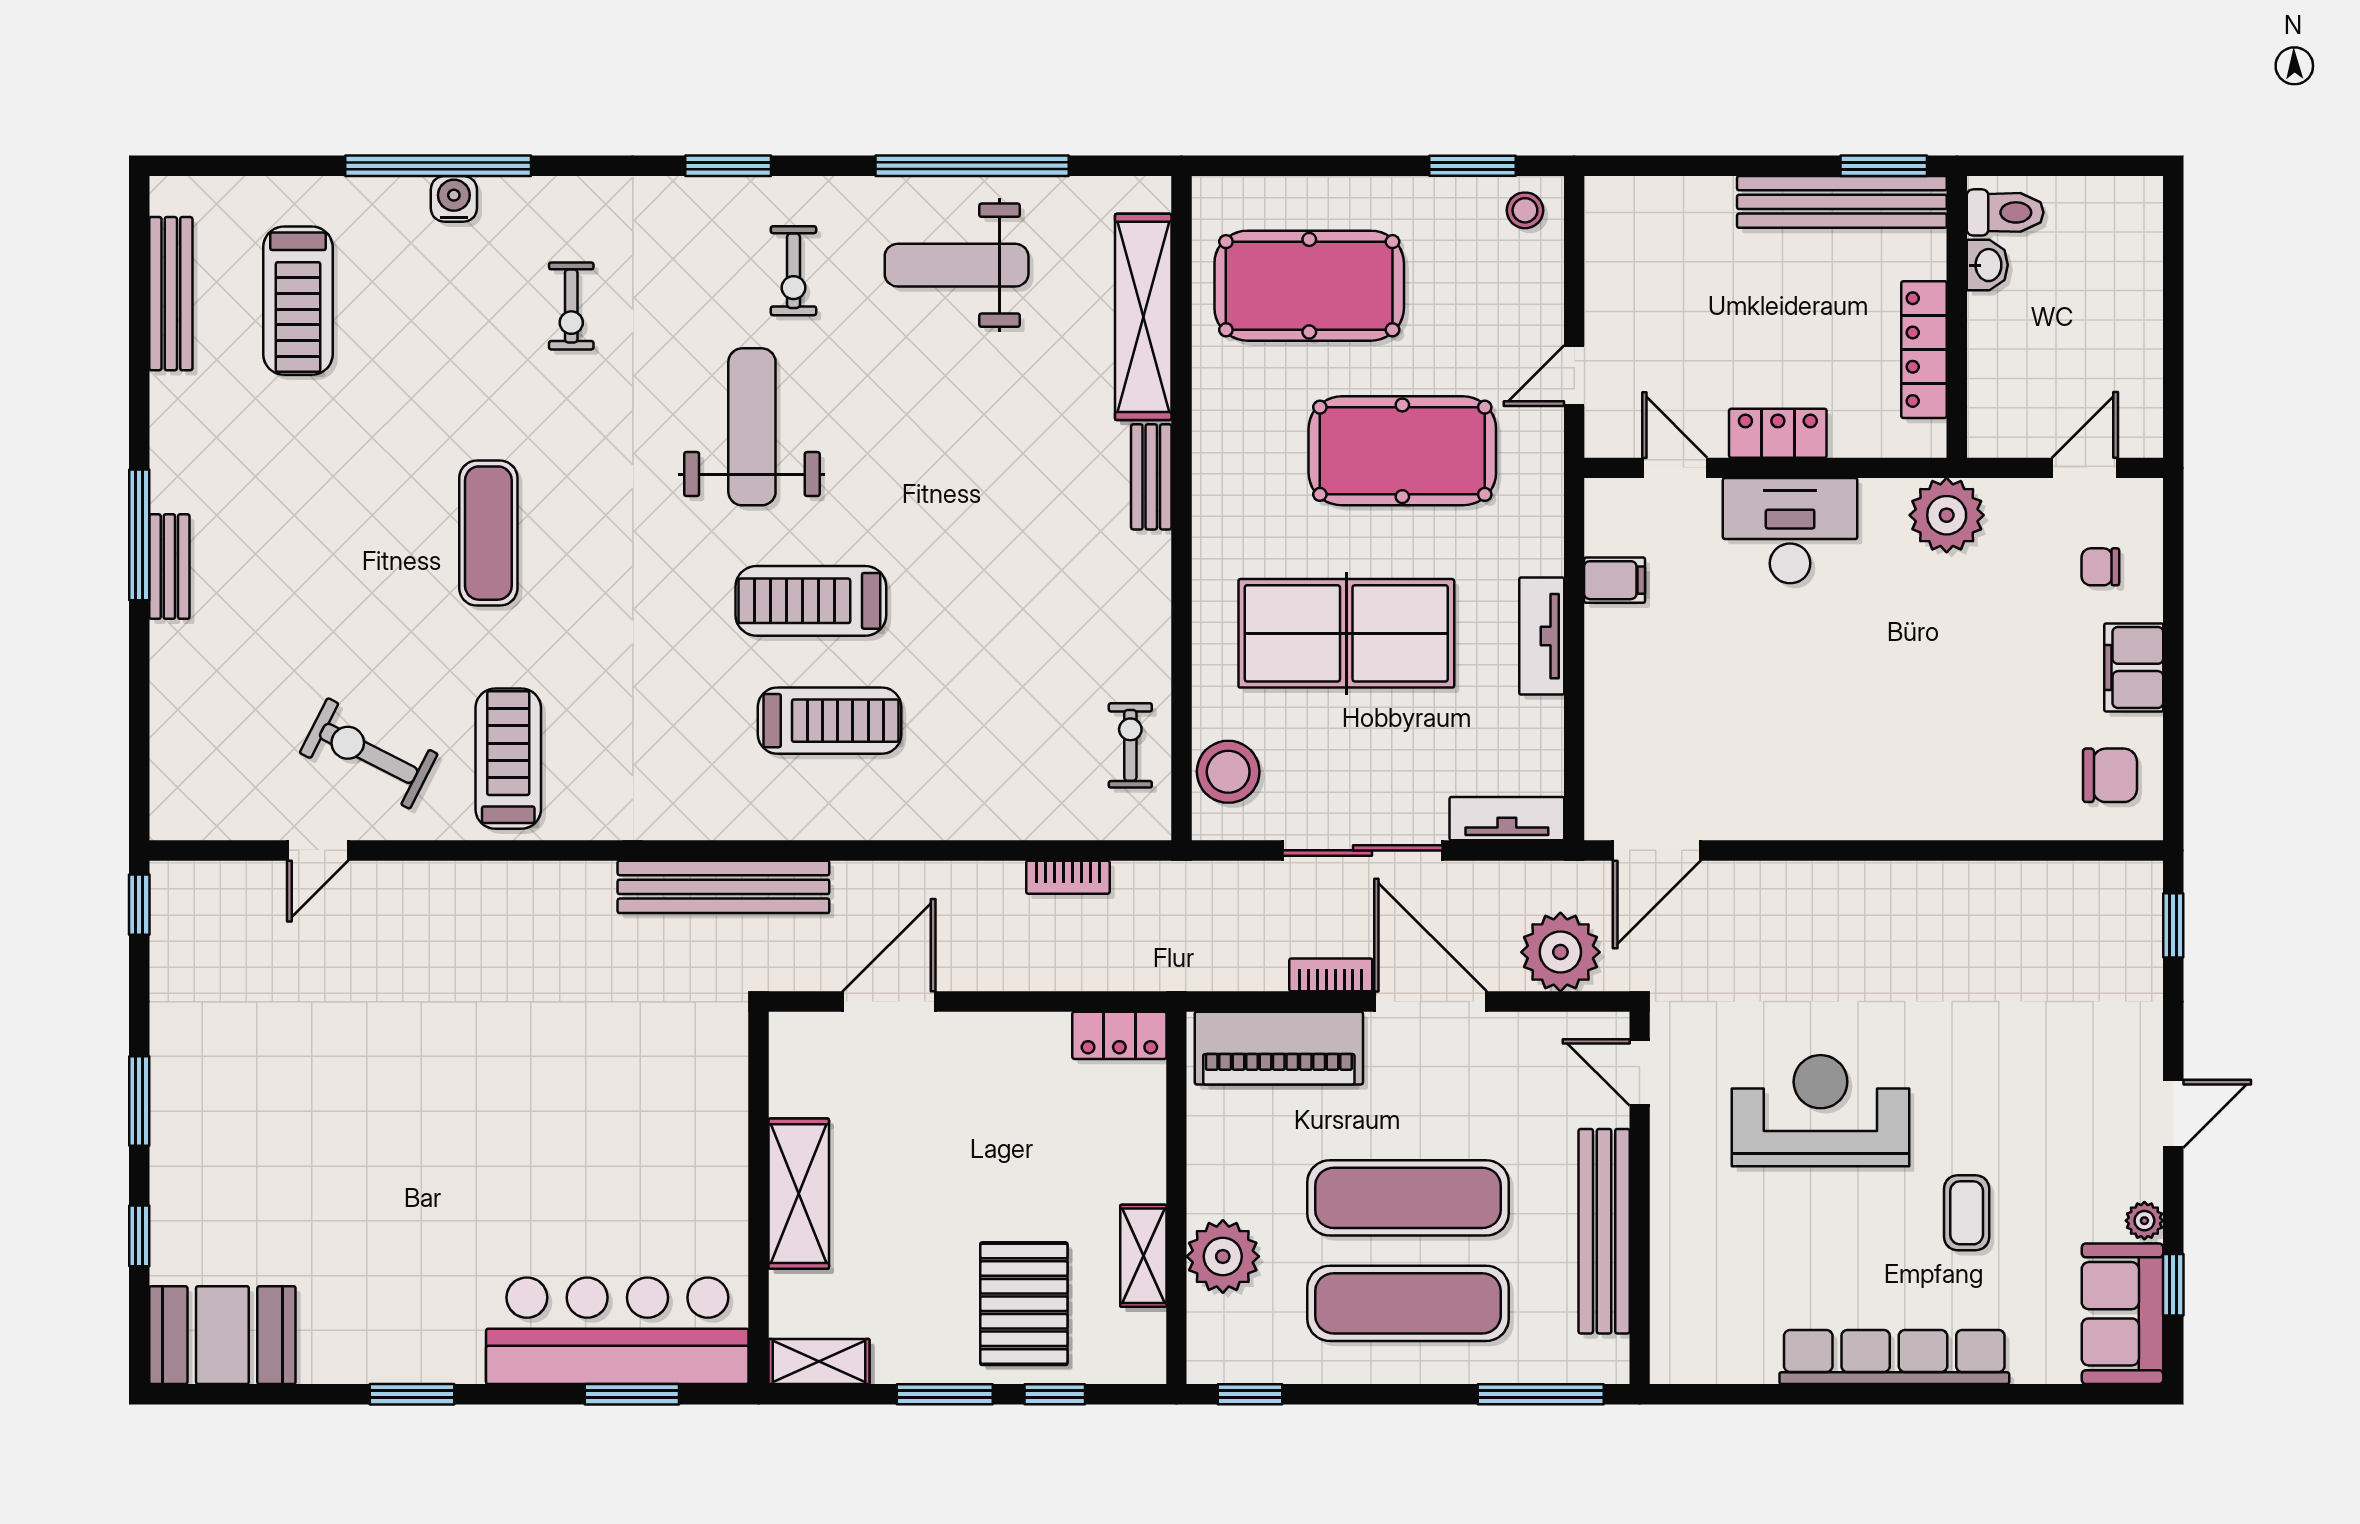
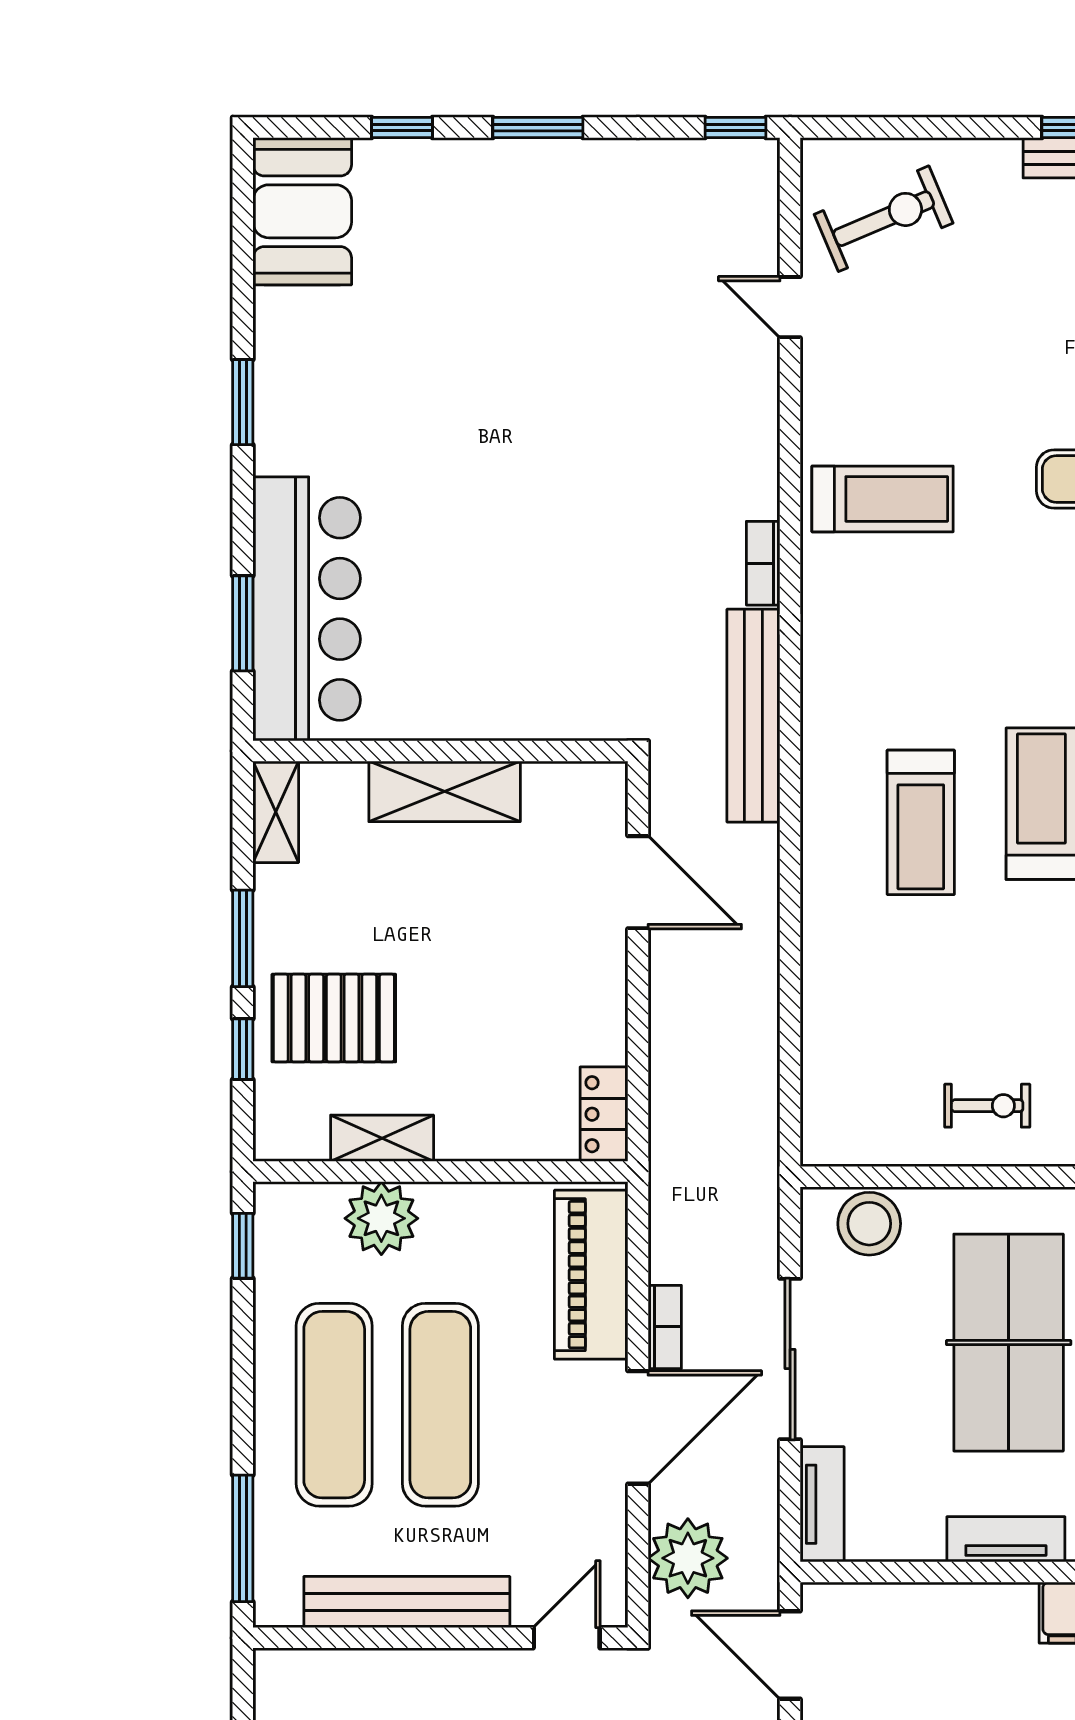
exercise bike: (1130, 745) -> (987, 1106), moved
exercise bike: (369, 753) -> (884, 219), moved, turned 40
bookcase: (1068, 877) -> (763, 563), moved

